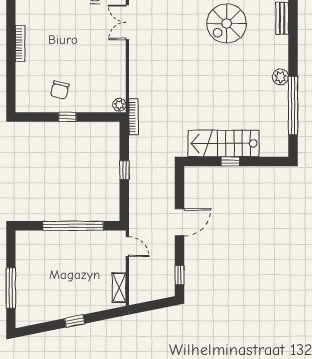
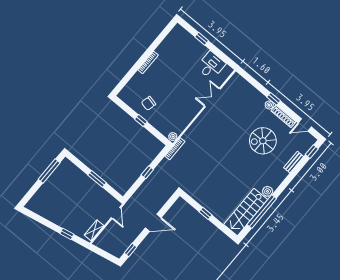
stairs: (223, 144) -> (246, 212), moved, turned -90
window: (73, 226) -> (97, 179), width x0.47
window: (11, 288) -> (49, 171), moved
window: (75, 321) -> (67, 234), moved

